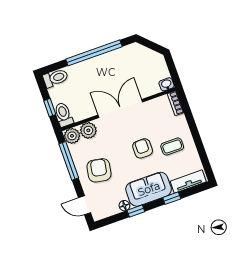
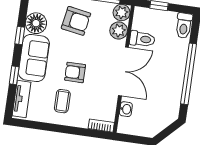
washbasin: (166, 84) -> (126, 109), moved
toilet: (64, 115) -> (142, 39), moved
armchair: (143, 148) -> (75, 72), turned 180
floor lamp: (124, 206) -> (36, 23), width x1.89, depth x1.89

